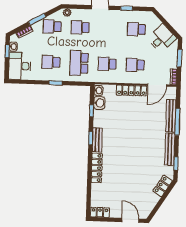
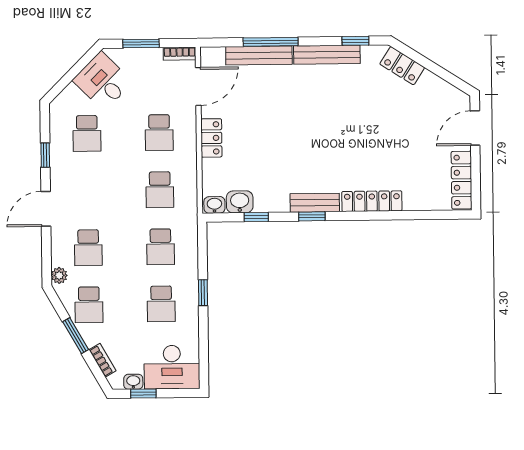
school desk: (79, 63) -> (161, 247), width x0.54
door: (157, 85) -> (198, 86), hinge flipped
locker: (131, 90) -> (211, 138), width x0.66
locker: (100, 212) -> (462, 180), width x1.53

